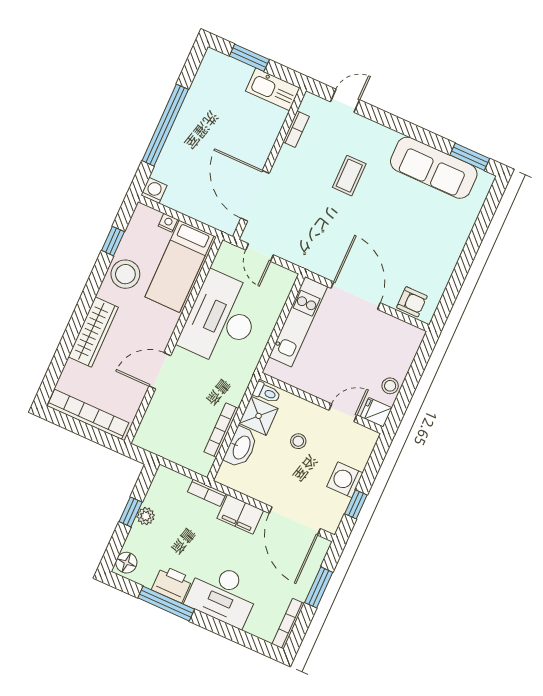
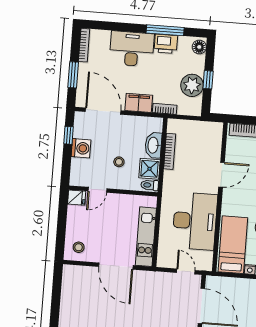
armchair: (412, 302) -> (79, 275), removed
stool: (390, 386) -> (79, 247), moved
plant: (146, 516) -> (192, 85), width x1.88, depth x1.88

